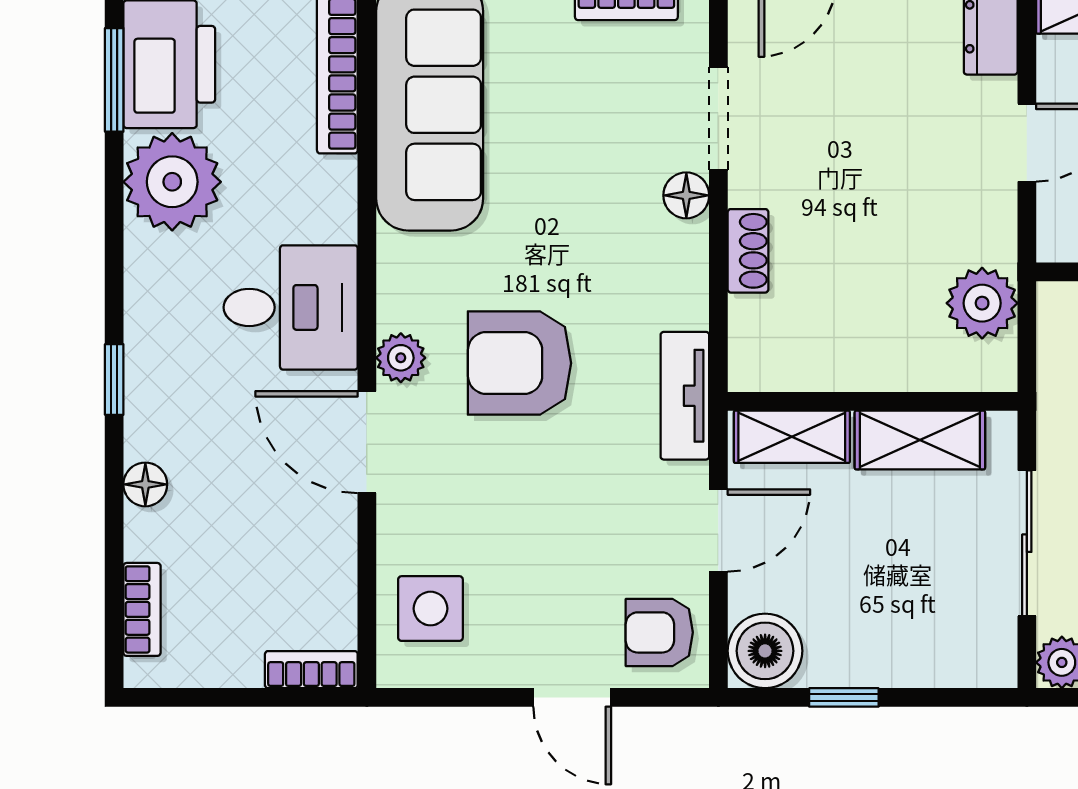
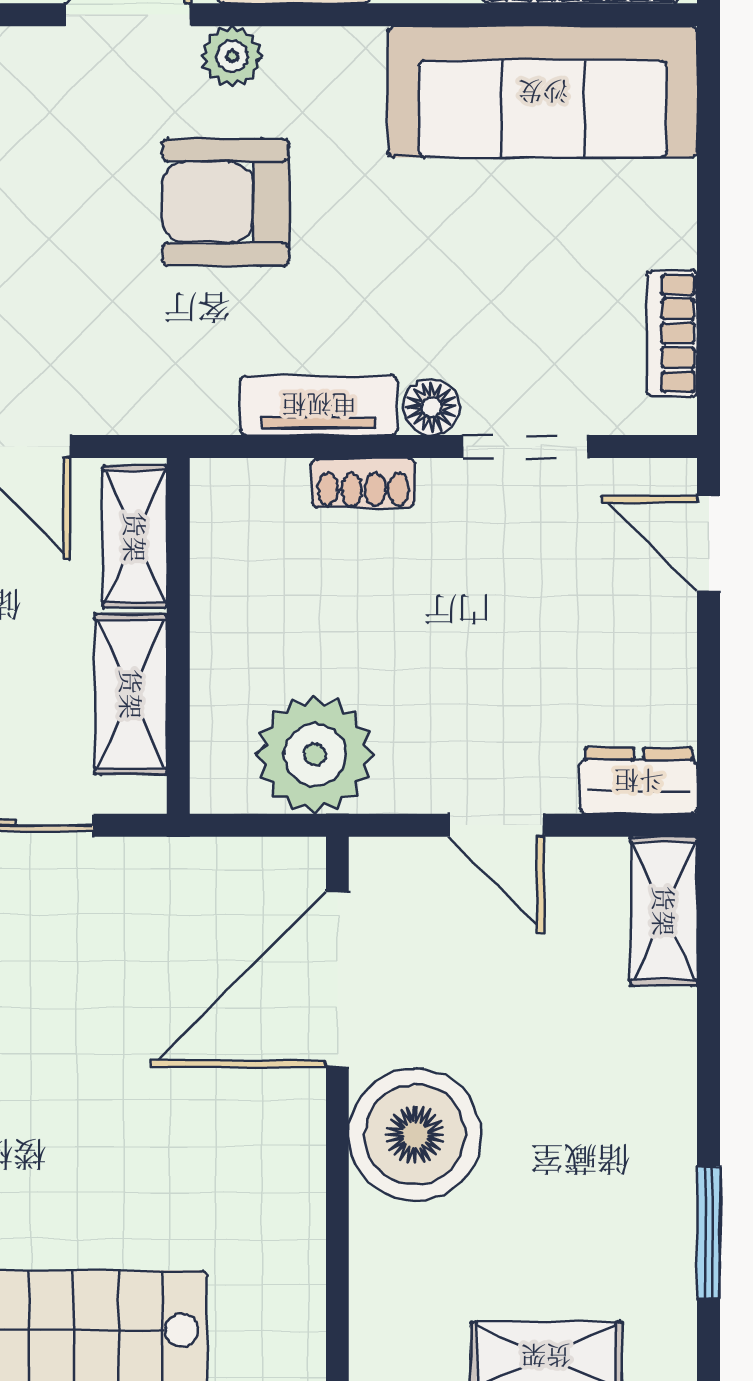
plant: (982, 303) -> (315, 755), width x1.36, depth x1.36
armchair: (520, 363) -> (225, 202), turned -90
tv unit: (685, 396) -> (319, 405), moved

